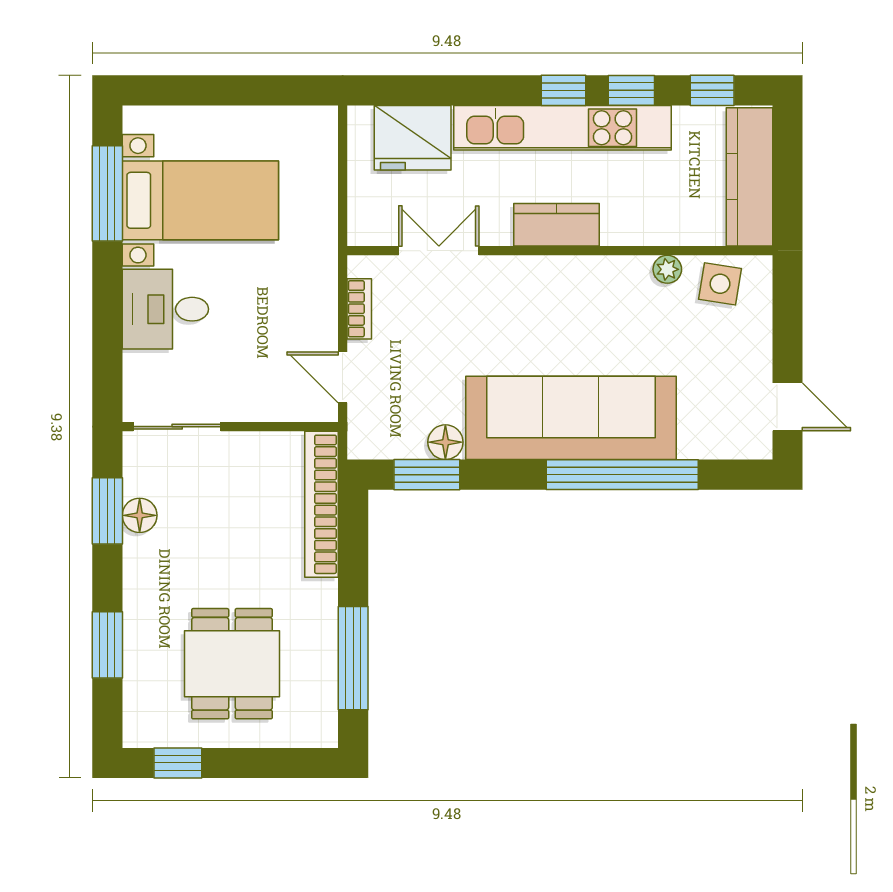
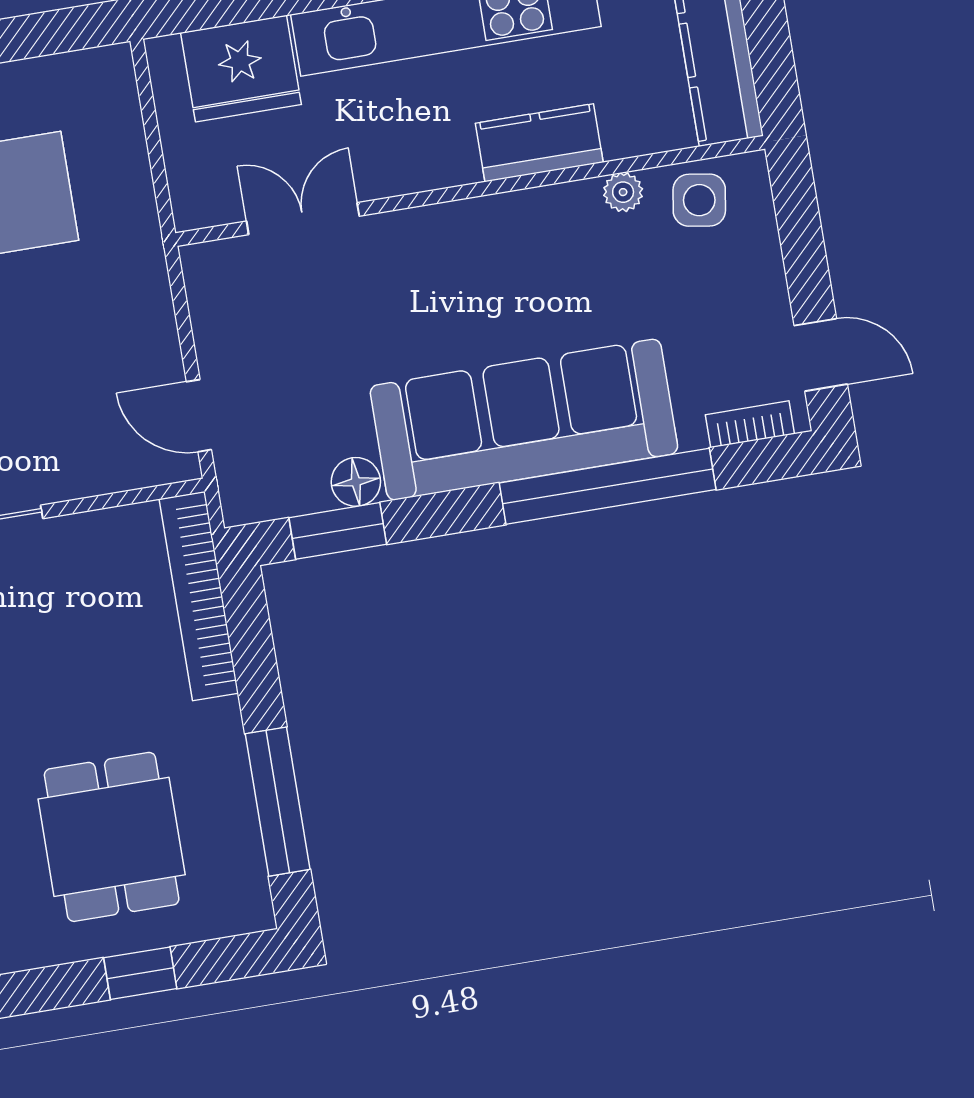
kitchen counter: (557, 225) -> (539, 143), moved
bookcase: (359, 309) -> (750, 424), moved, turned -90
window: (178, 763) -> (140, 973), moved

